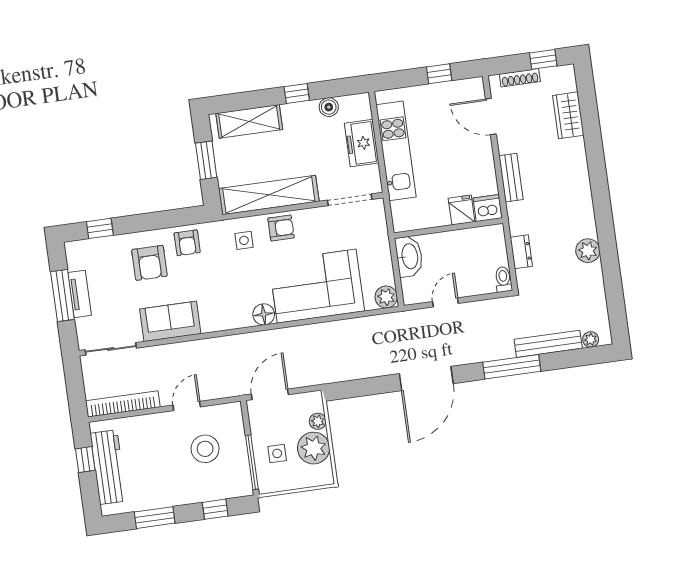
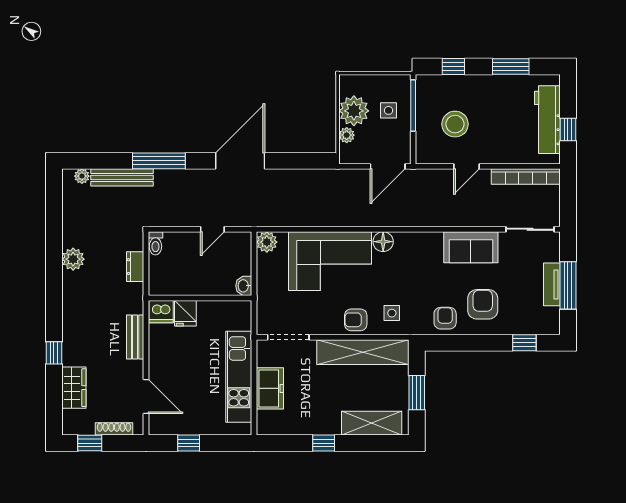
boiler: (329, 107) -> (296, 426), removed
window: (594, 149) -> (54, 353), added
washbasin: (409, 256) -> (244, 286), width x0.52, depth x0.69

